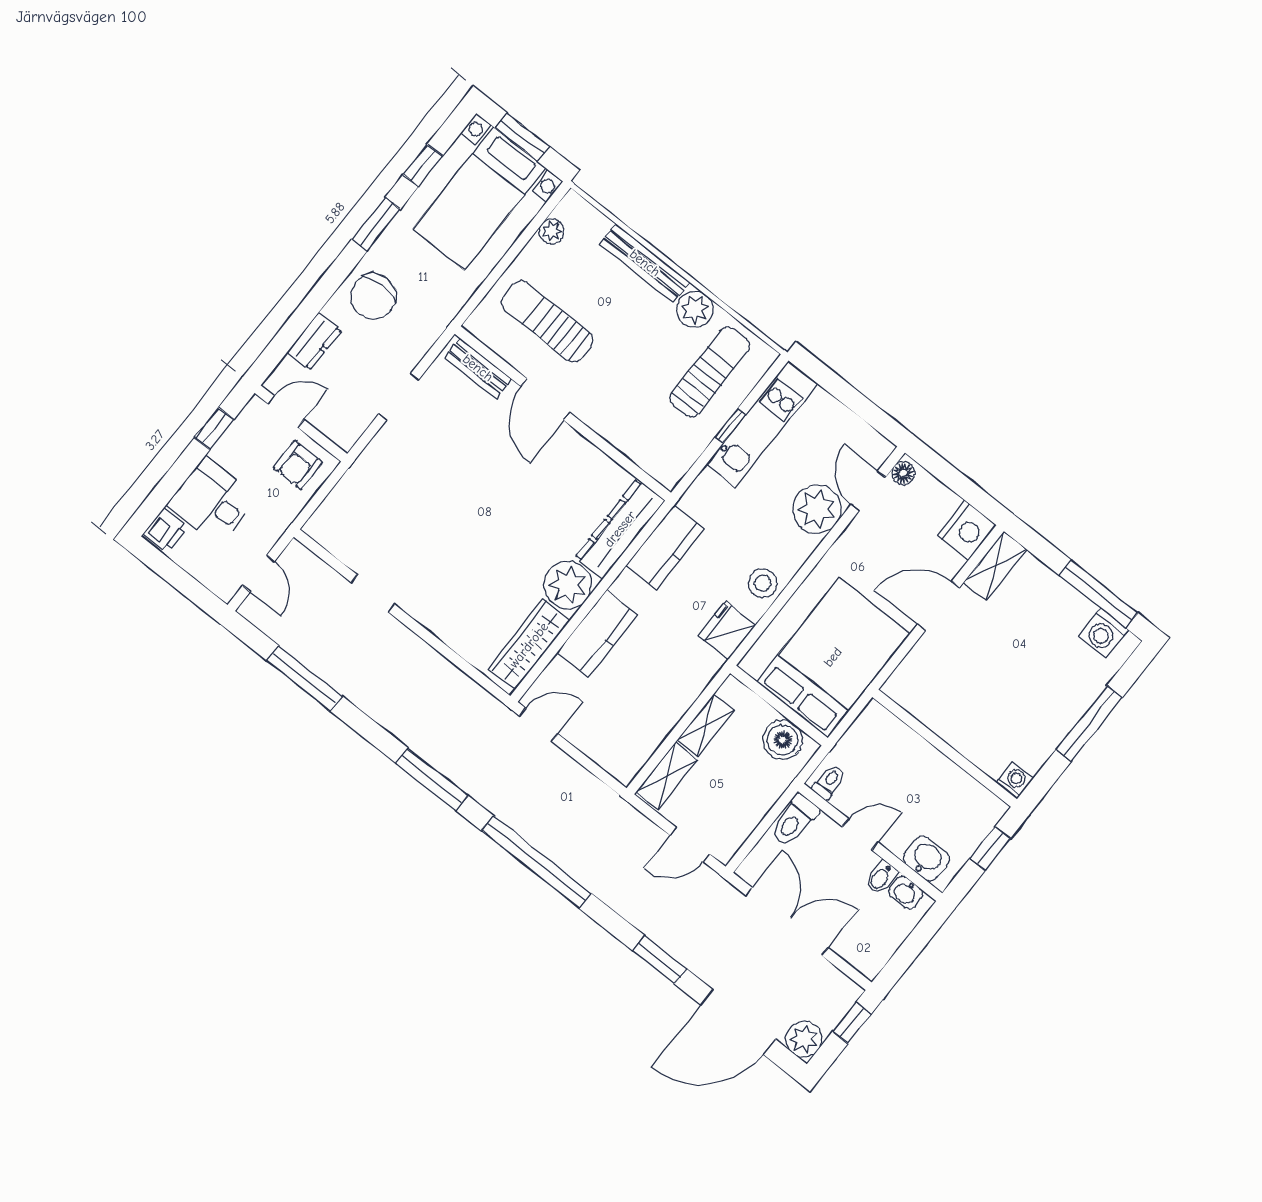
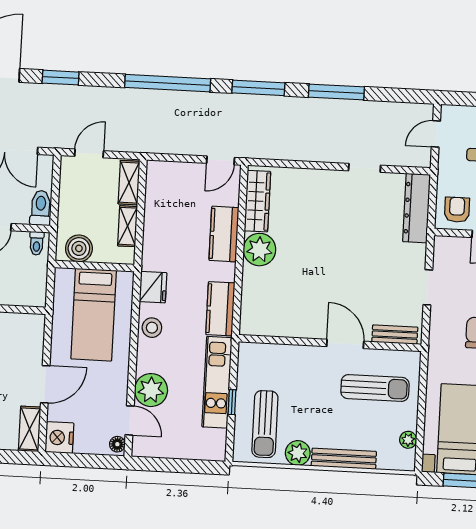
kitchen unit: (762, 424) -> (217, 382), moved
dresser: (620, 529) -> (417, 208), moved, turned 180
door: (259, 573) -> (436, 134), hinge flipped
bed: (833, 657) -> (94, 315), width x0.67
window: (304, 678) -> (336, 92), moved

